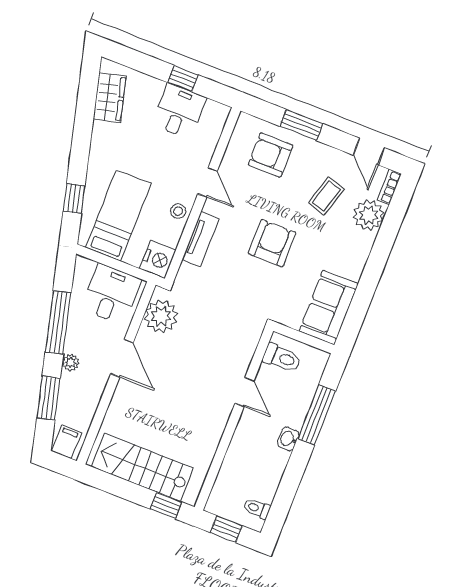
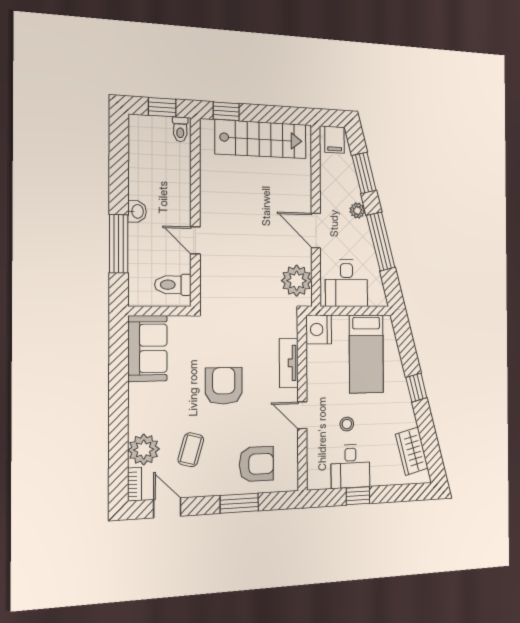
window: (74, 199) -> (416, 388), moved
stool: (178, 211) -> (347, 424), moved
armchair: (272, 243) -> (224, 386), turned 180
toilet: (257, 508) -> (180, 129), moved, turned 90

